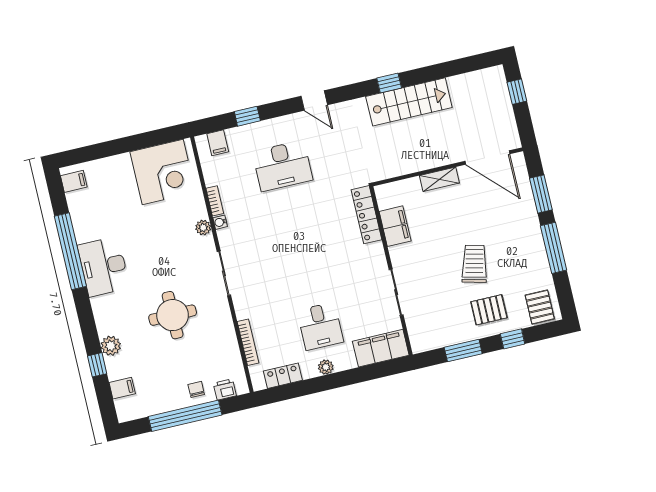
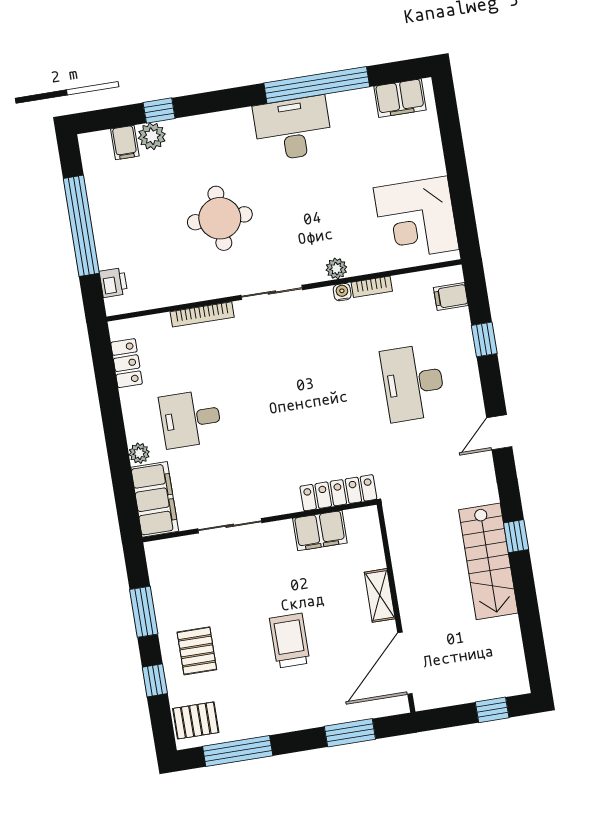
filing cabinet: (74, 181) -> (400, 98), width x2.00
window: (554, 248) -> (238, 751), moved
trolley: (474, 264) -> (290, 641), moved, turned -104
bookcase: (248, 342) -> (202, 314), moved
plant: (111, 346) -> (152, 136), moved
plant: (326, 367) -> (139, 453), moved
chair: (196, 389) -> (116, 243), removed

